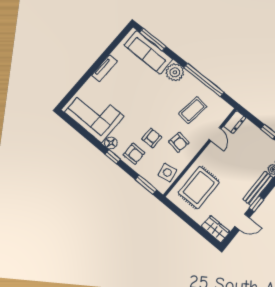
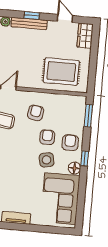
armchair: (152, 138) -> (47, 137), turned 90
side table: (167, 172) -> (47, 160), moved
window: (257, 204) -> (32, 16), moved

